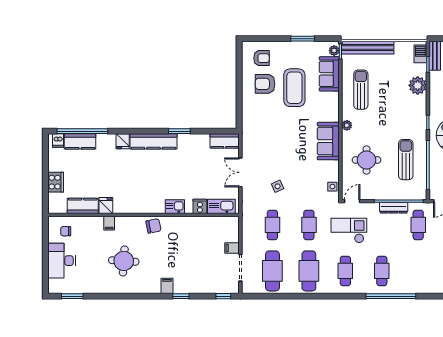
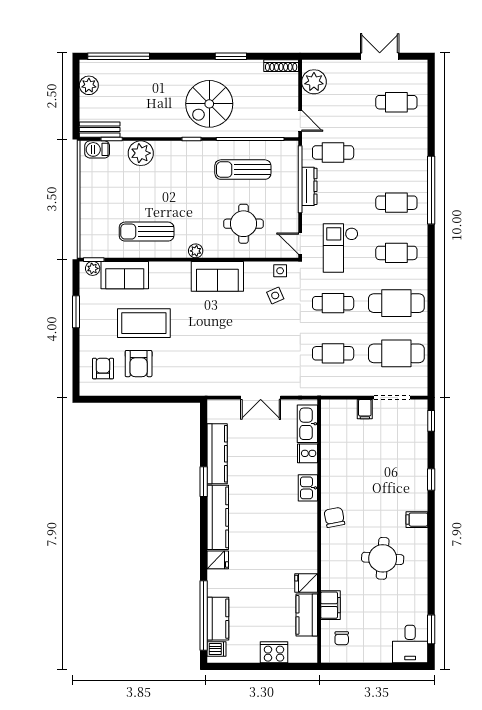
bench: (368, 48) -> (88, 222), removed
kitchen counter: (225, 141) -> (217, 454), moved, width x1.50
side table: (278, 186) -> (275, 295), moved
filing cabinet: (109, 223) -> (330, 605), moved, width x2.00
desk: (62, 261) -> (410, 644), moved, width x0.73
filing cabinet: (167, 286) -> (417, 520), moved

